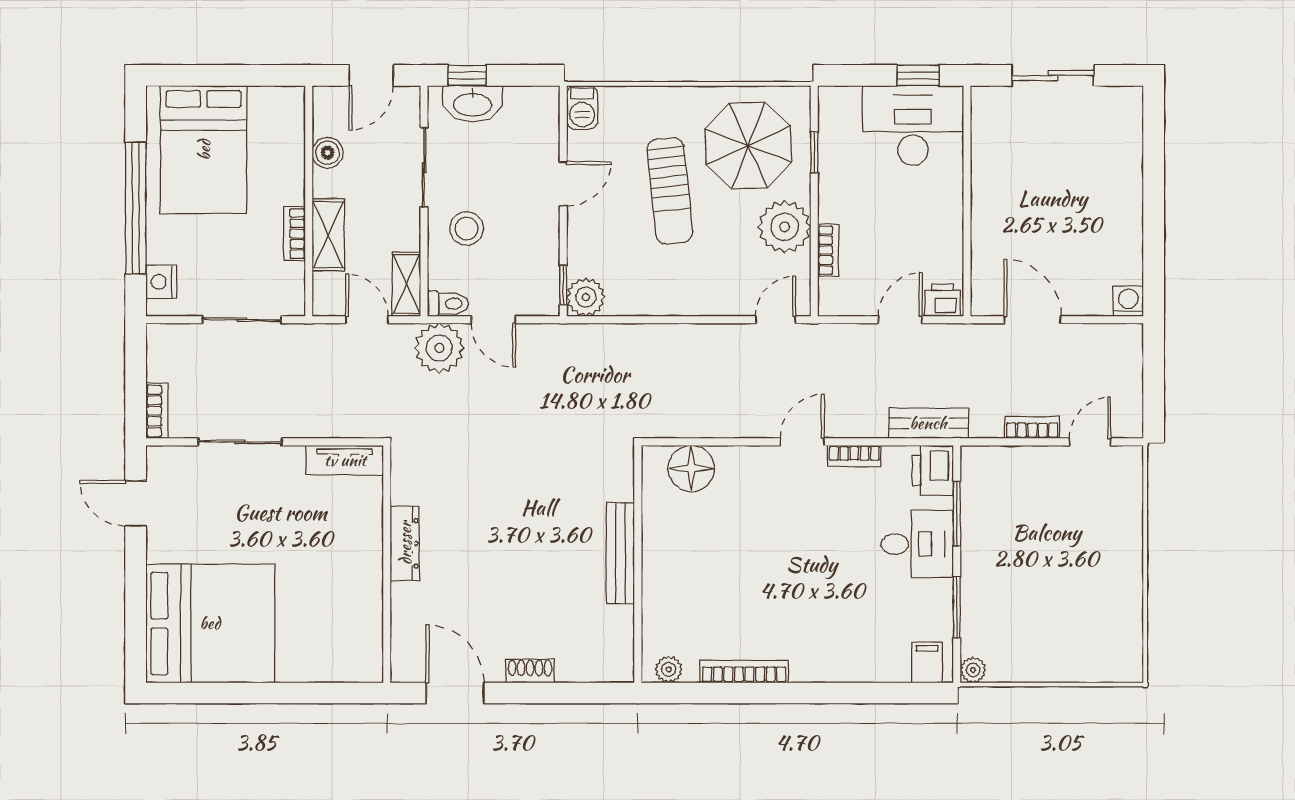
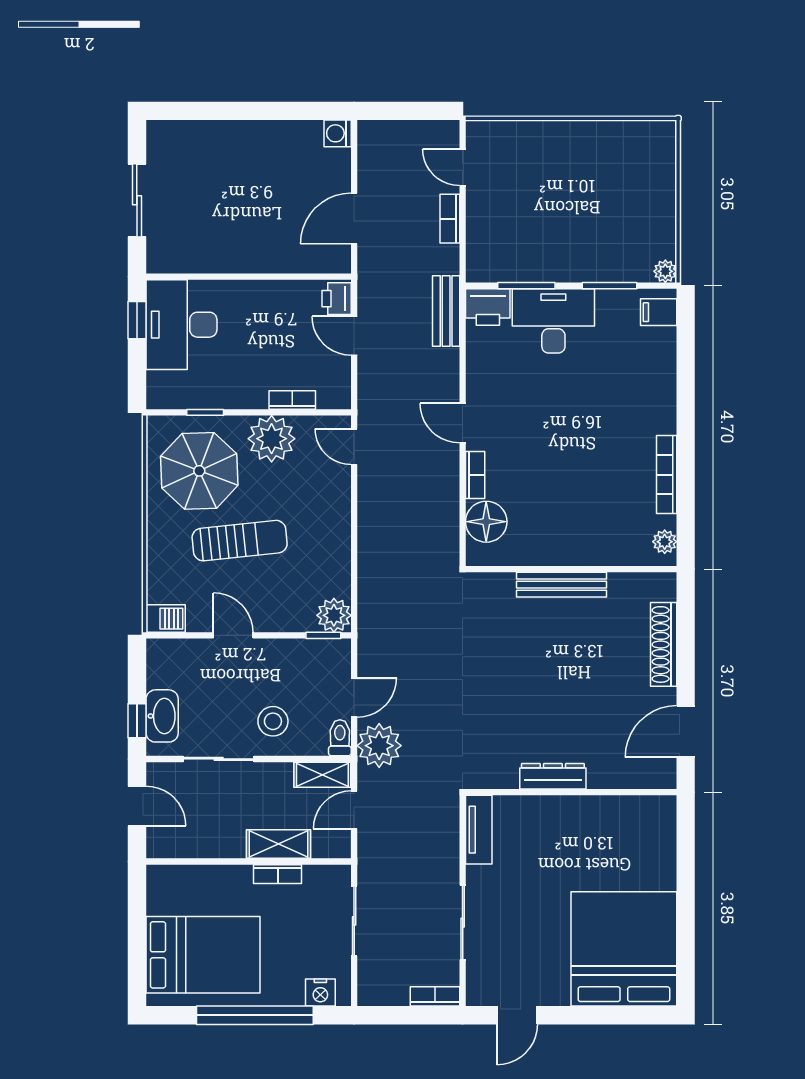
boiler: (328, 153) -> (206, 845), removed
bookcase: (854, 456) -> (475, 475), moved
desk: (917, 544) -> (553, 321), width x1.37
shoe rack: (530, 671) -> (664, 644), width x1.94, depth x1.24

